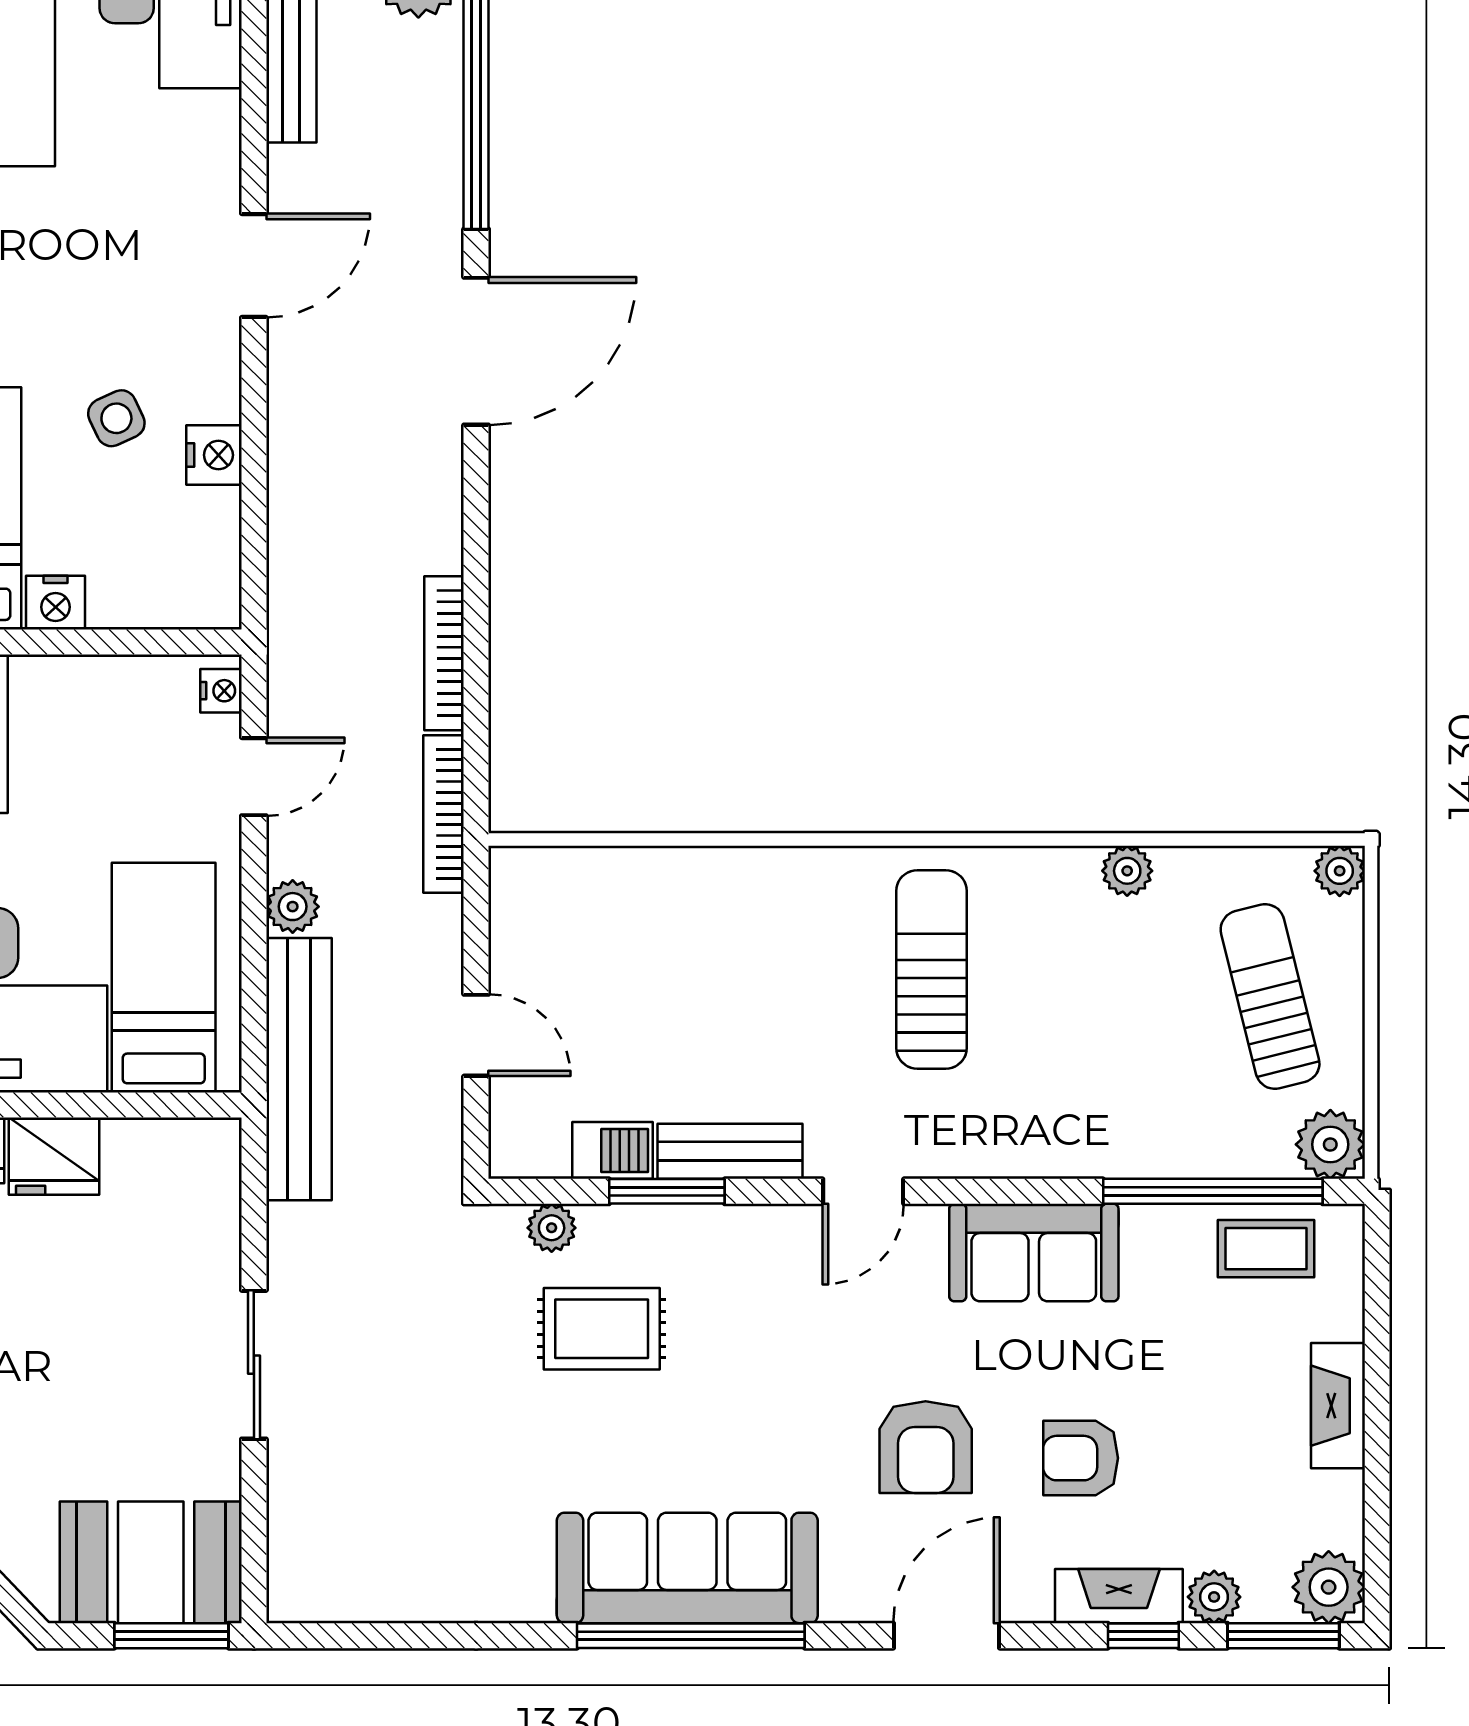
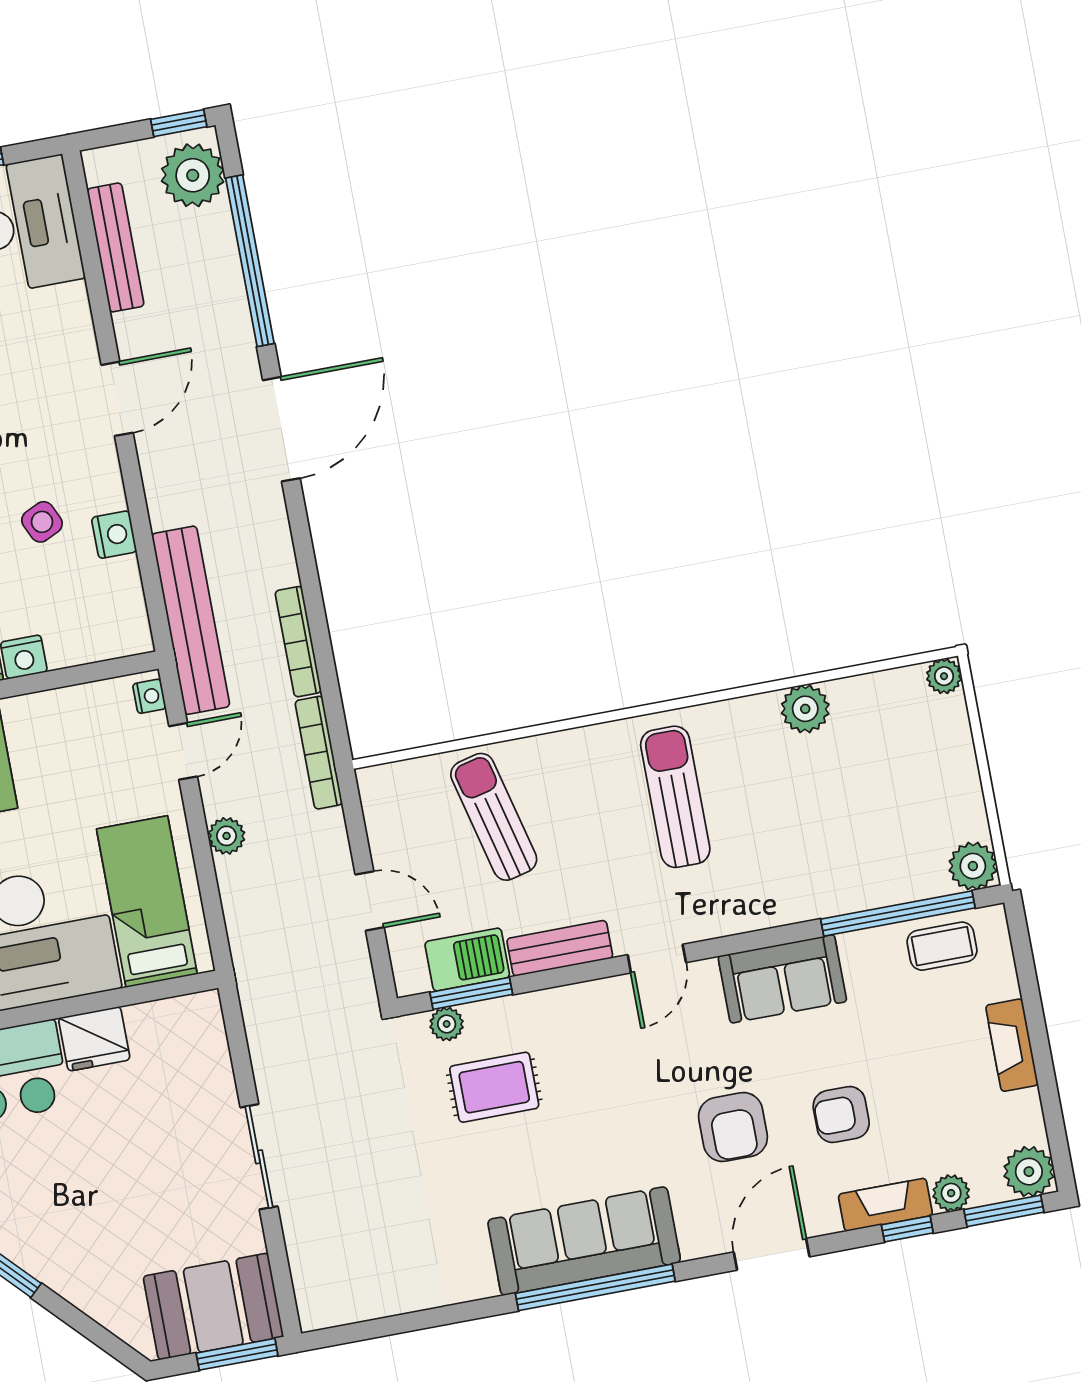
plant: (1127, 871) -> (805, 709), width x1.38, depth x1.38
sun lounger: (1270, 997) -> (494, 817), moved
bench: (299, 1069) -> (191, 620), moved
barbecue: (613, 1150) -> (467, 960), width x1.38, depth x1.27
window: (667, 1191) -> (471, 993), moved

